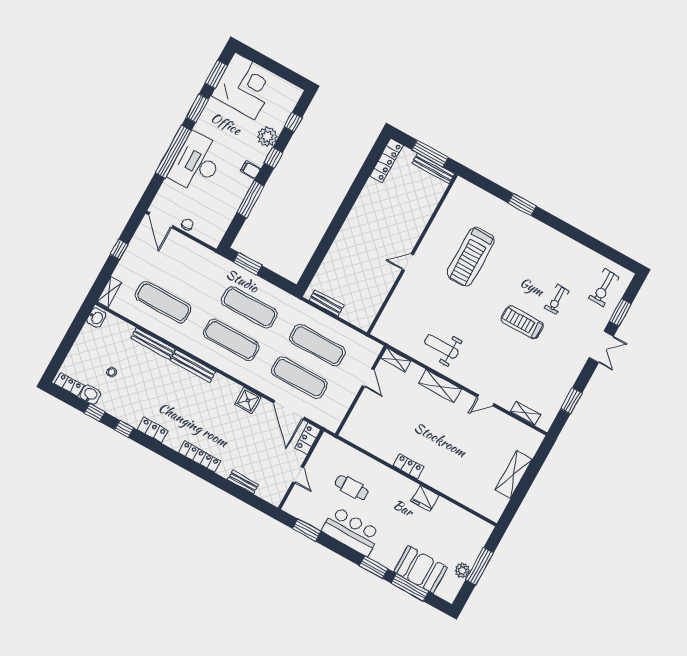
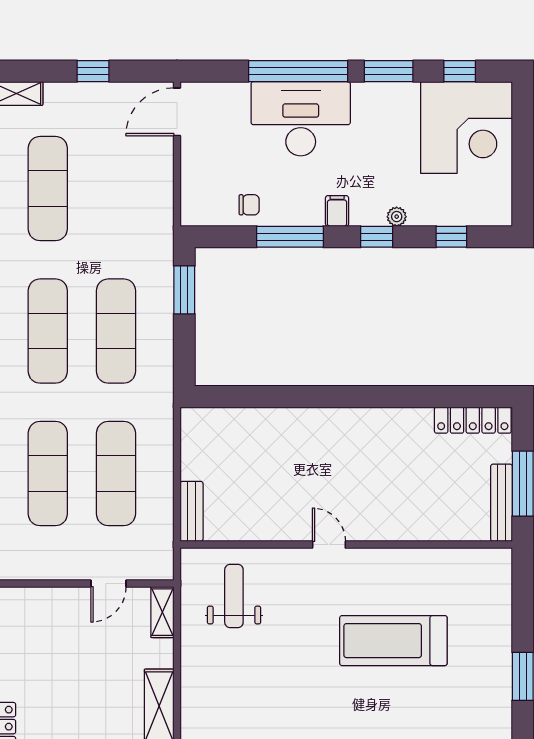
window: (216, 74) -> (460, 71), width x0.67
plant: (267, 137) -> (397, 217), width x0.53, depth x0.53
chair: (187, 224) -> (249, 205), moved
bench: (326, 303) -> (192, 511), moved
weight bench: (441, 347) -> (234, 596), moved

